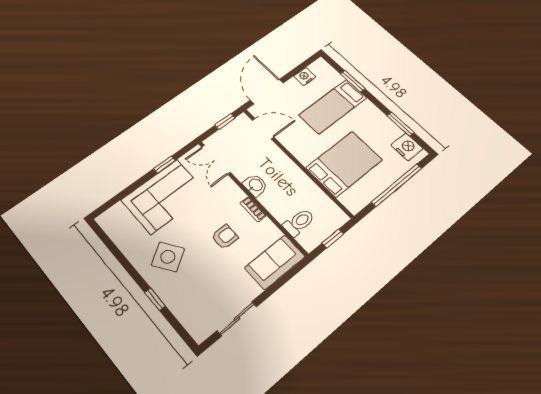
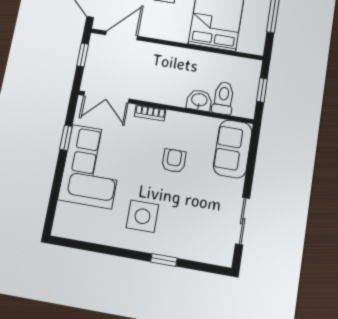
washbasin: (255, 185) -> (199, 100), moved
bookcase: (253, 209) -> (150, 113), moved
side table: (168, 257) -> (142, 216), turned 34

